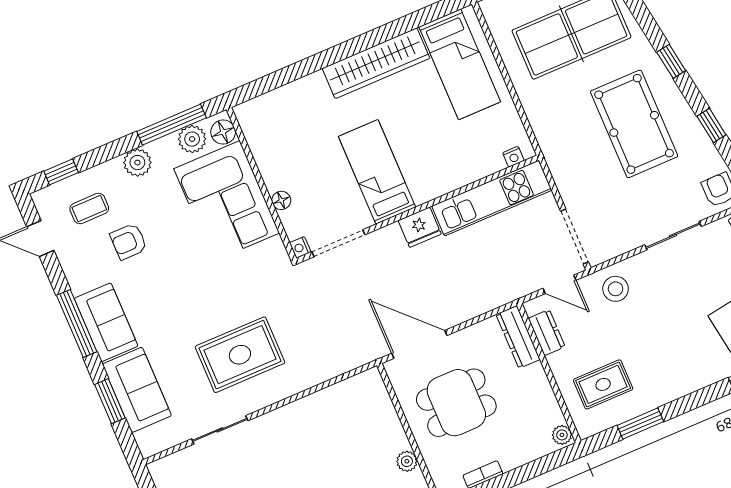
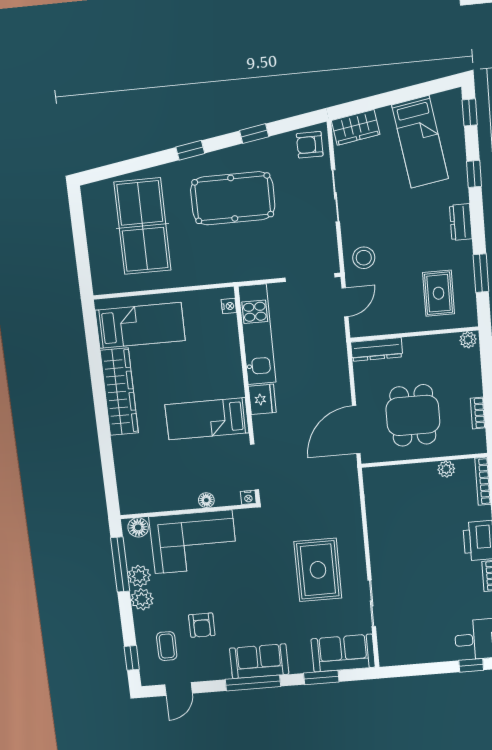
plant: (192, 139) -> (139, 576), moved
dresser: (547, 333) -> (461, 222), moved, turned -90
sofa: (137, 390) -> (343, 653), moved

